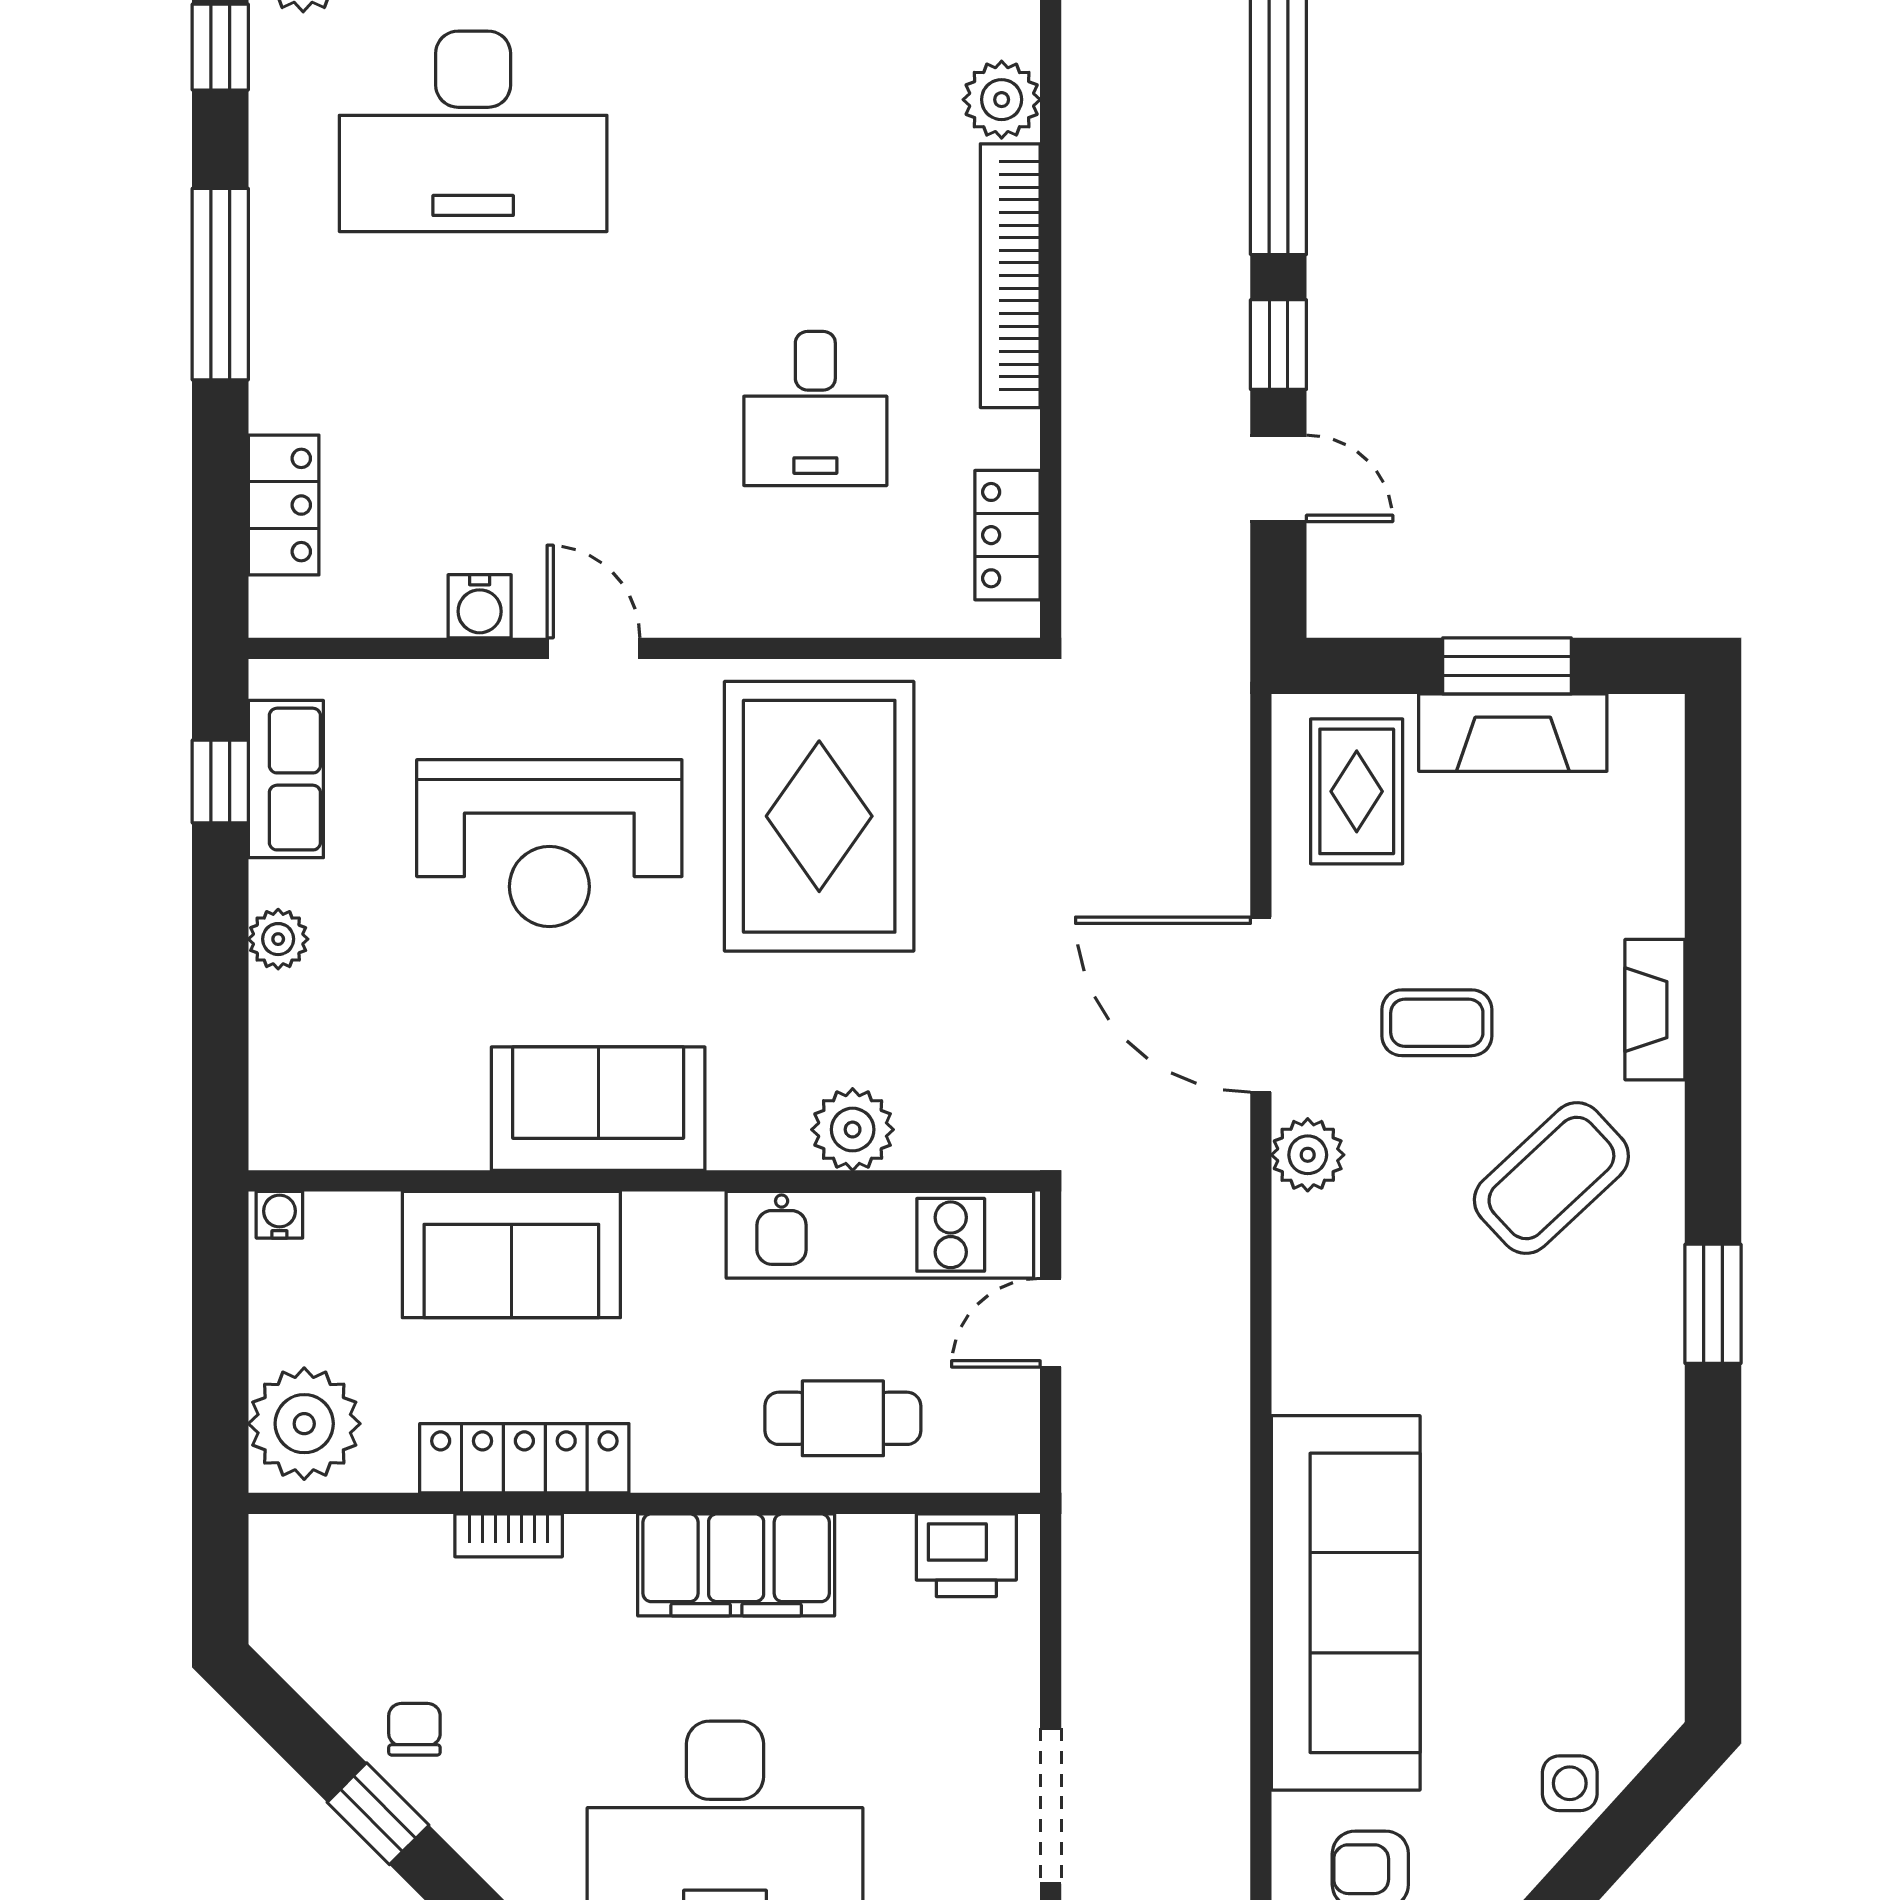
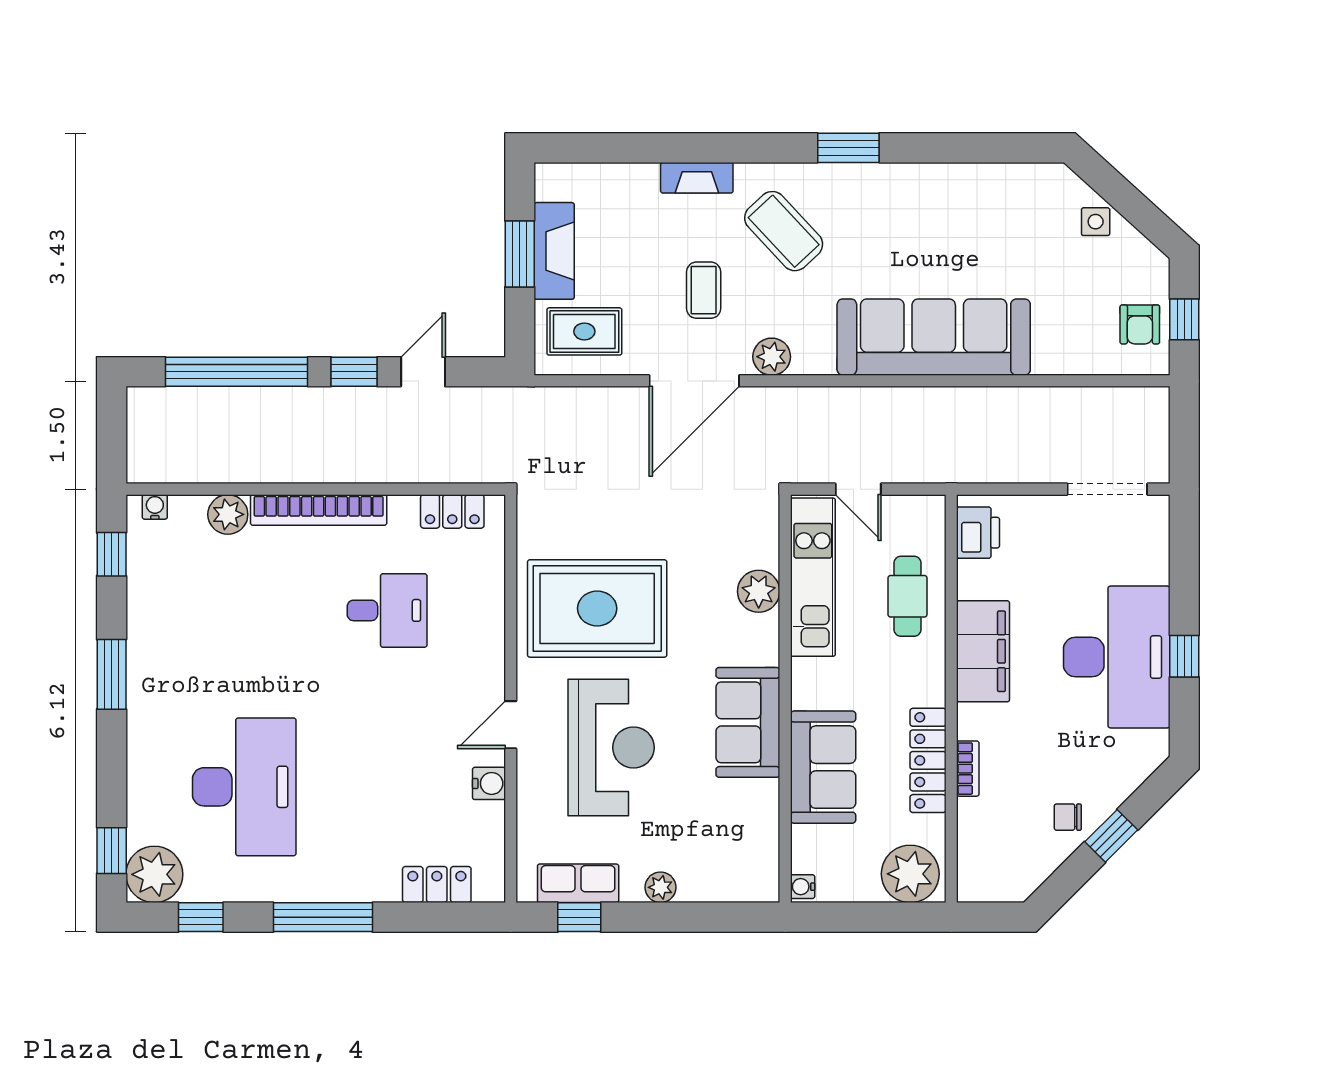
sofa: (1346, 1603) -> (934, 337), moved

